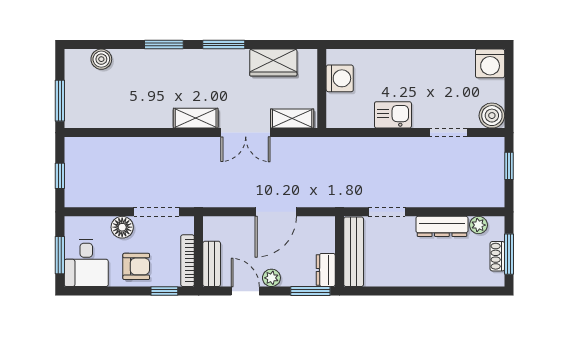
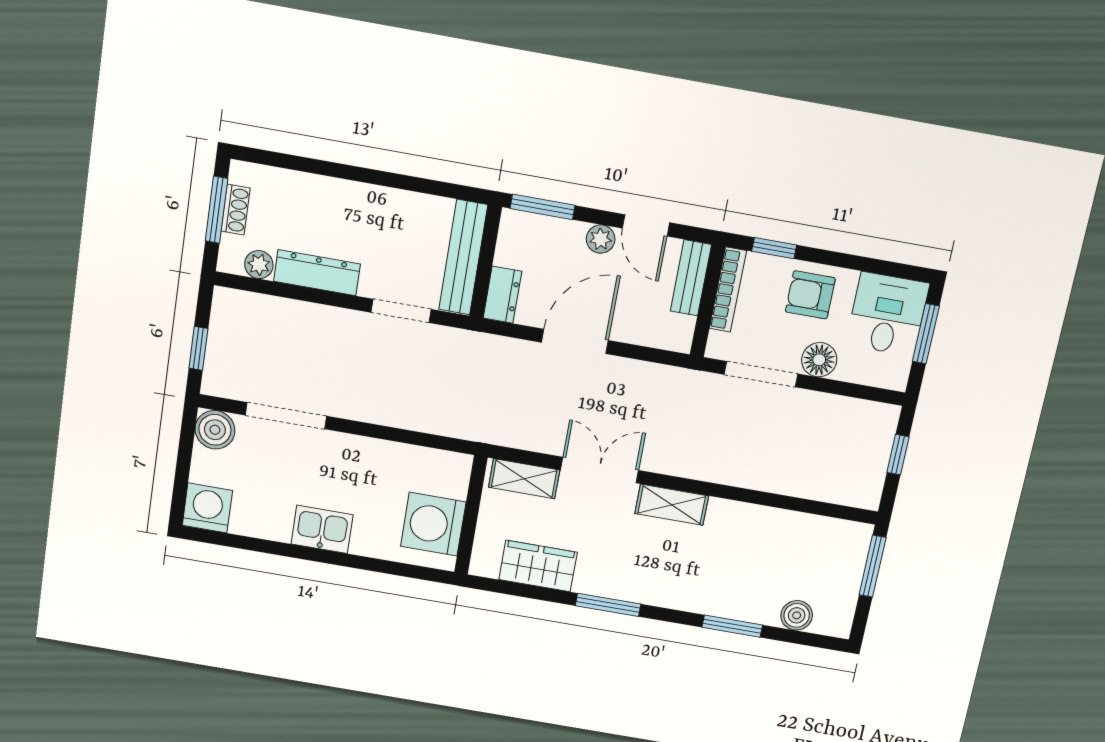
window: (164, 45) -> (732, 626), moved
washing machine: (340, 78) -> (433, 524), width x1.37, depth x1.37
kitchen sink: (393, 115) -> (322, 529), moved, turned 180
doorway: (449, 133) -> (286, 416), width x1.38
dresser: (326, 270) -> (502, 295), moved

